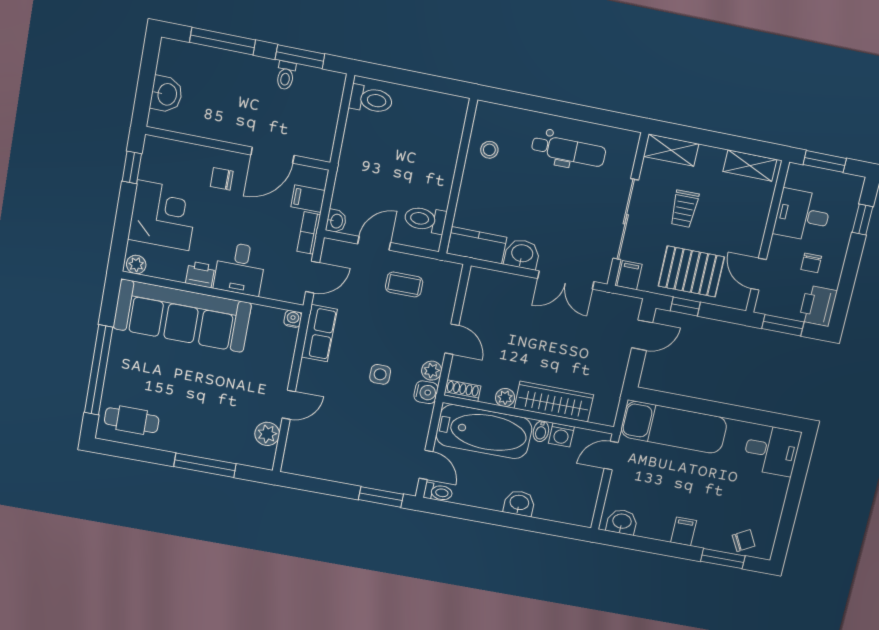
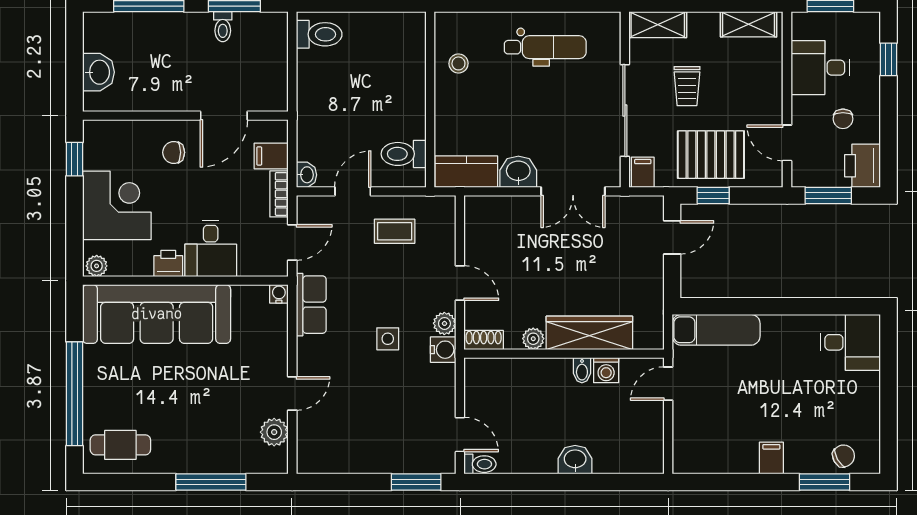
exam couch: (674, 427) -> (716, 330), width x0.73, depth x0.69
bathtub: (484, 432) -> (518, 383), removed
washbasin: (622, 522) -> (698, 460), removed

